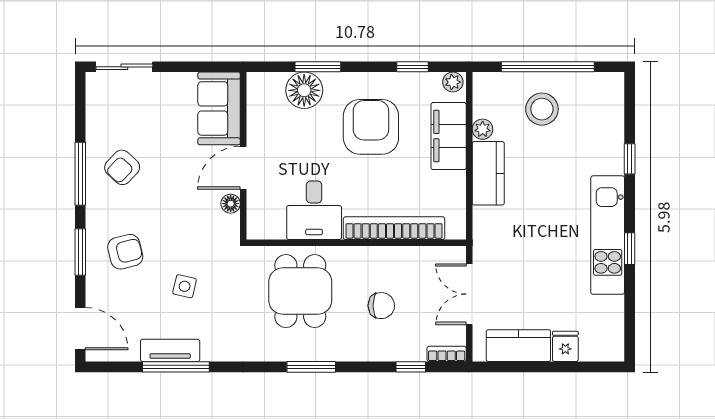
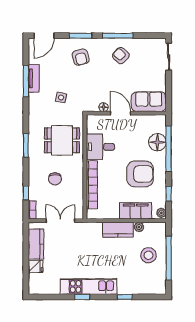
window: (318, 67) -> (169, 149), width x2.11
side table: (185, 286) -> (61, 97), moved

